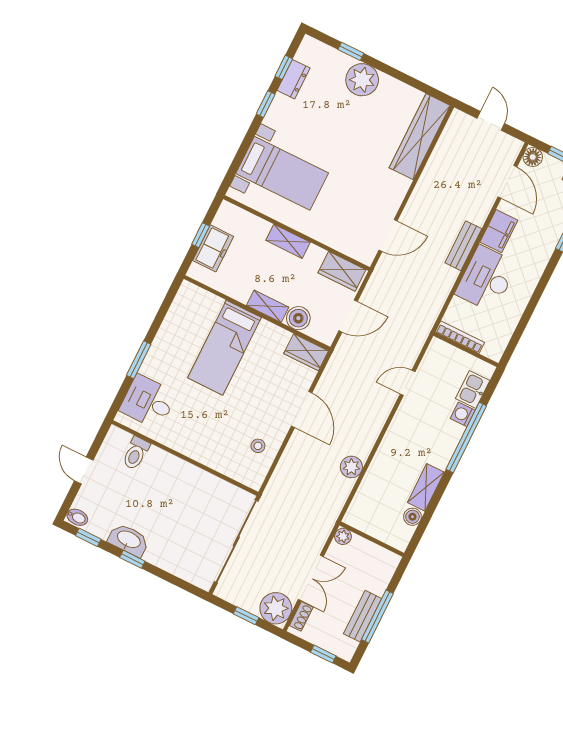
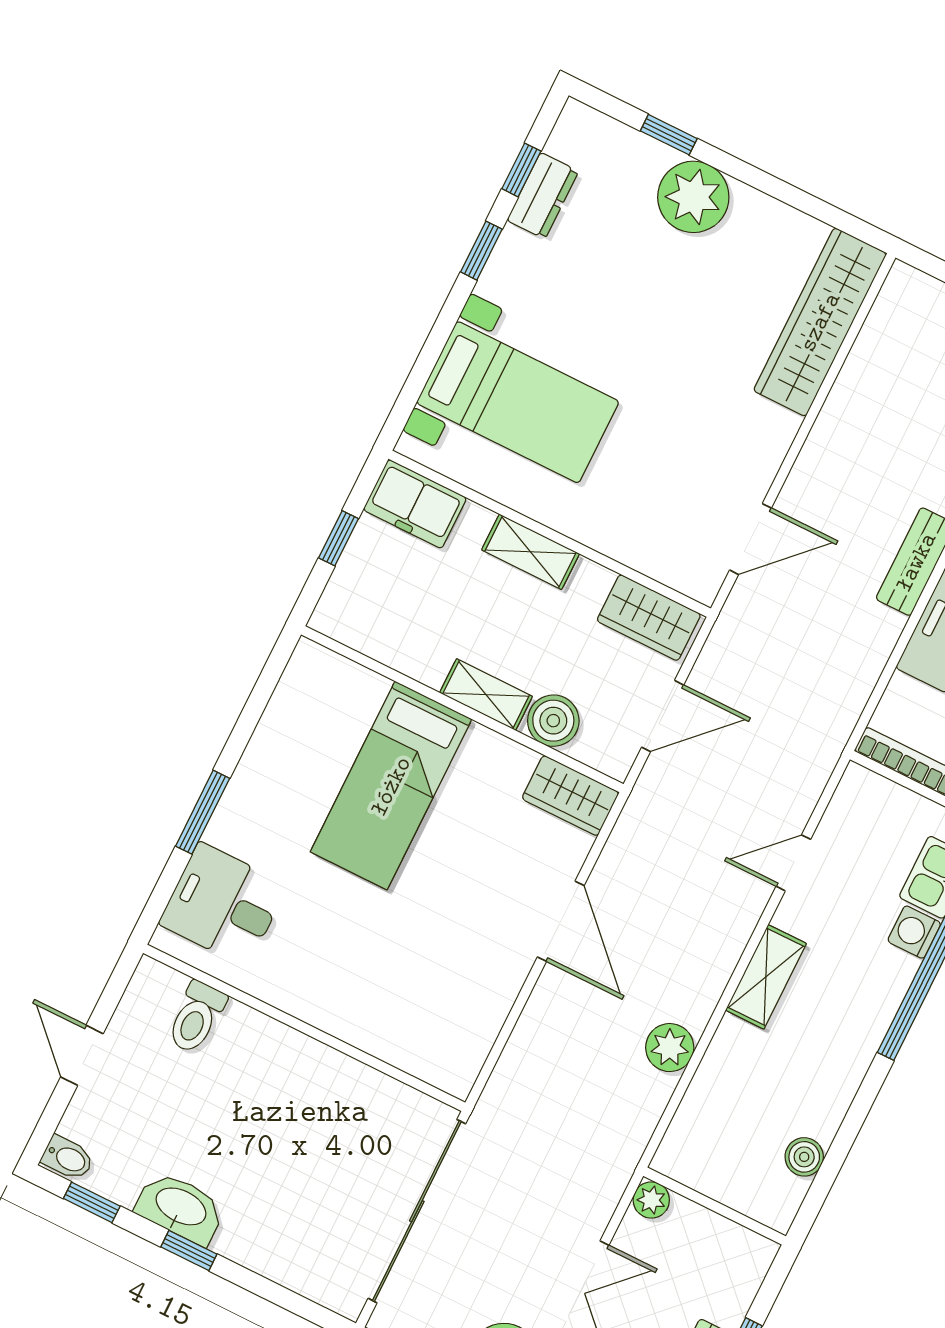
freezer: (213, 248) -> (415, 504), moved, turned 90
stool: (258, 446) -> (465, 1001), removed
shelving: (426, 487) -> (766, 977), moved

